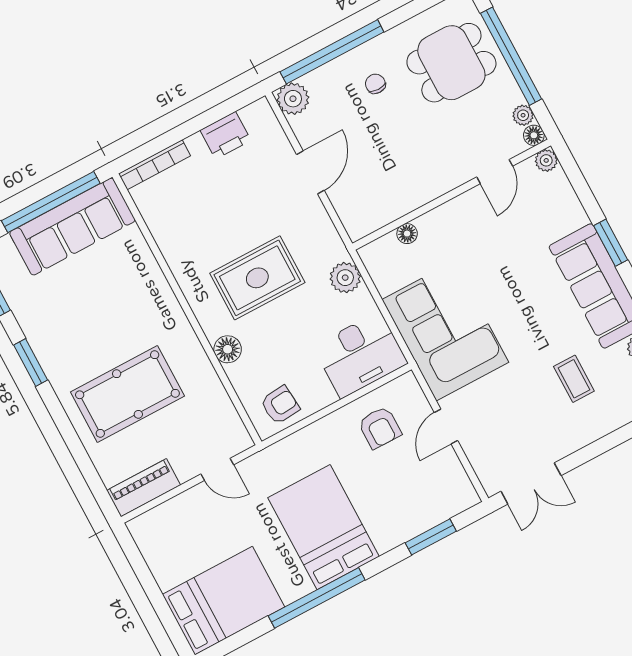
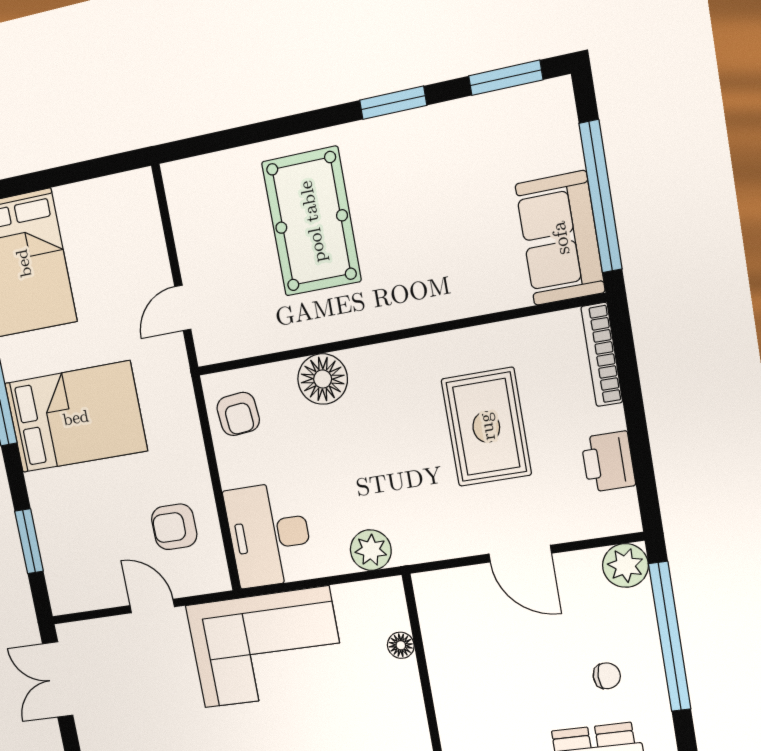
sofa: (72, 227) -> (560, 238), width x0.73
rug: (257, 278) -> (486, 427), moved
floor lamp: (228, 349) -> (323, 379), width x1.38, depth x1.38
piano: (144, 488) -> (187, 205), removed

